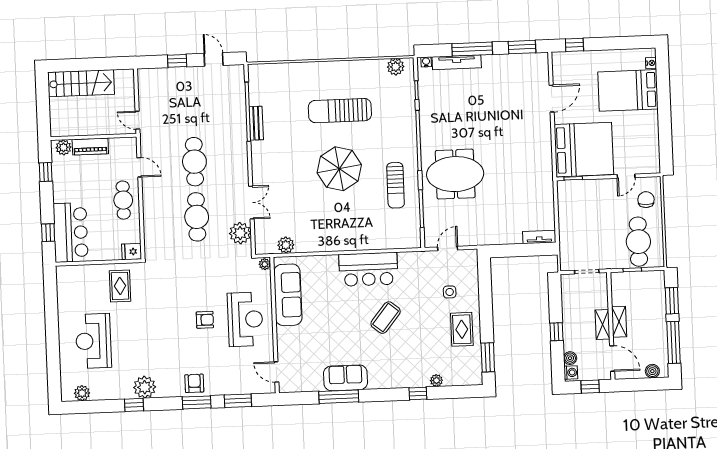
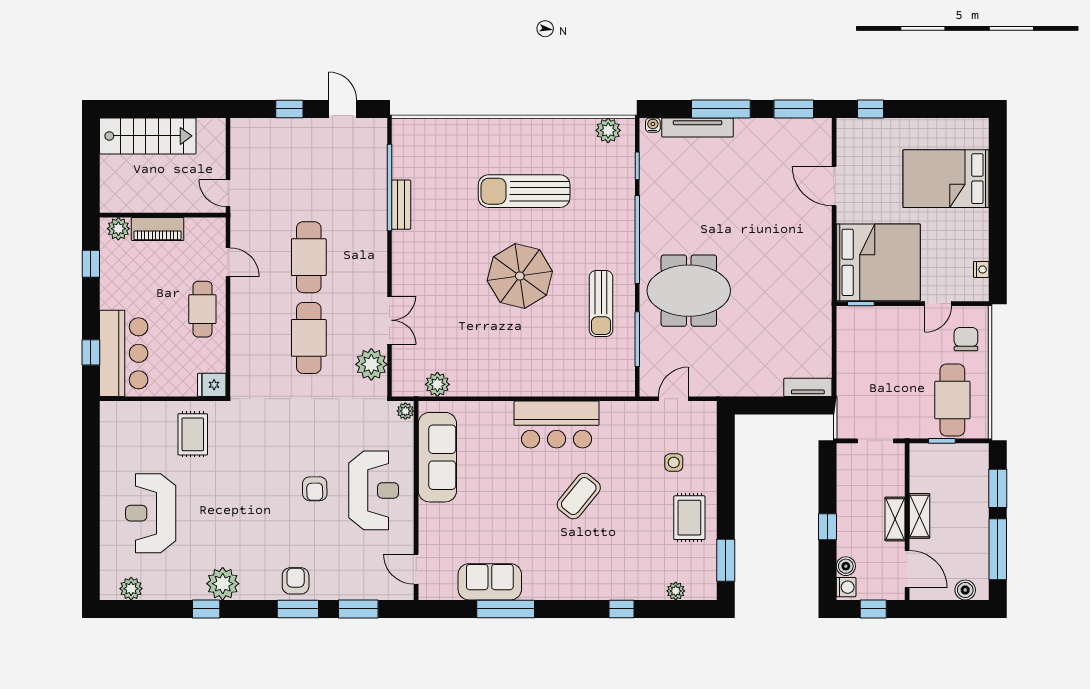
nightstand: (651, 63) -> (981, 269), moved
door: (552, 99) -> (834, 186), swing flipped
armchair: (205, 320) -> (315, 489), turned 89
sofa: (345, 378) -> (490, 582), moved
plant: (436, 380) -> (676, 591), moved

